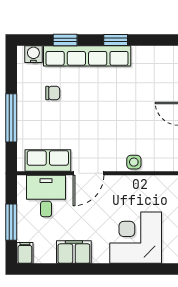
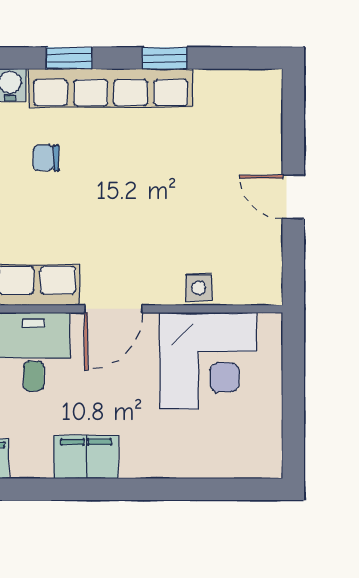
chair: (53, 93) -> (46, 158), turned 180
corner desk: (136, 238) -> (208, 361), moved, turned 180

